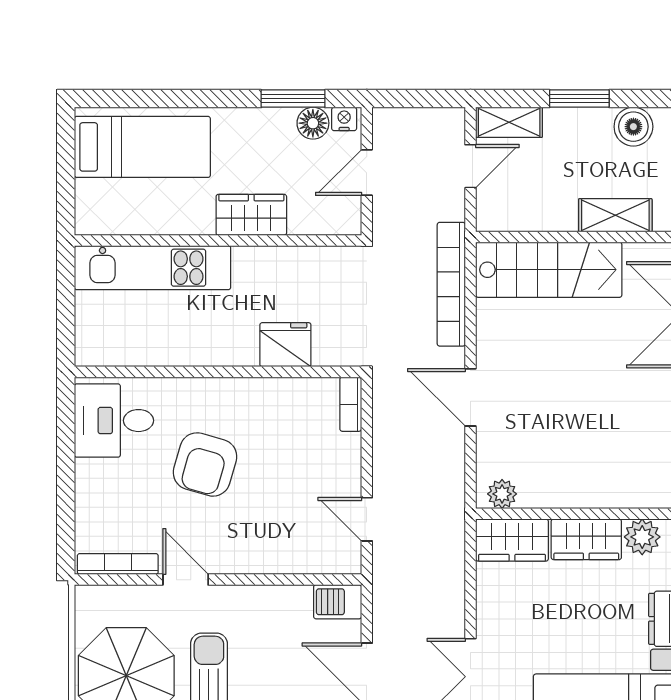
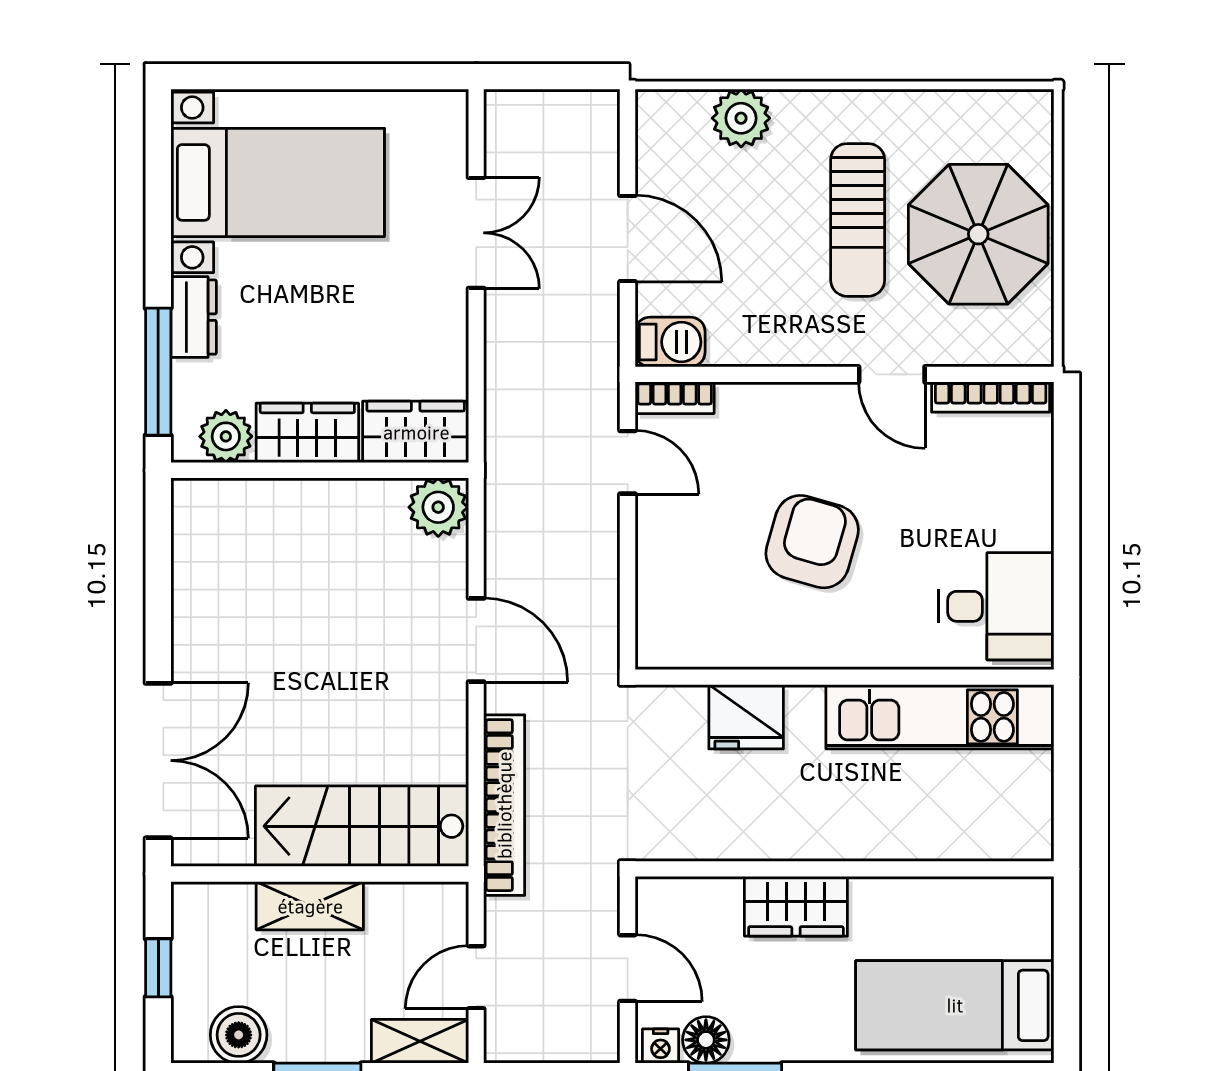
door: (367, 172) -> (628, 968), hinge flipped
shelving: (615, 215) -> (310, 906), moved
kitchen unit: (153, 268) -> (940, 717), moved, turned 180
bookcase: (351, 404) -> (675, 398), moved, turned 90
armchair: (205, 464) -> (812, 542), moved
plant: (502, 494) -> (438, 507), width x1.38, depth x1.38

